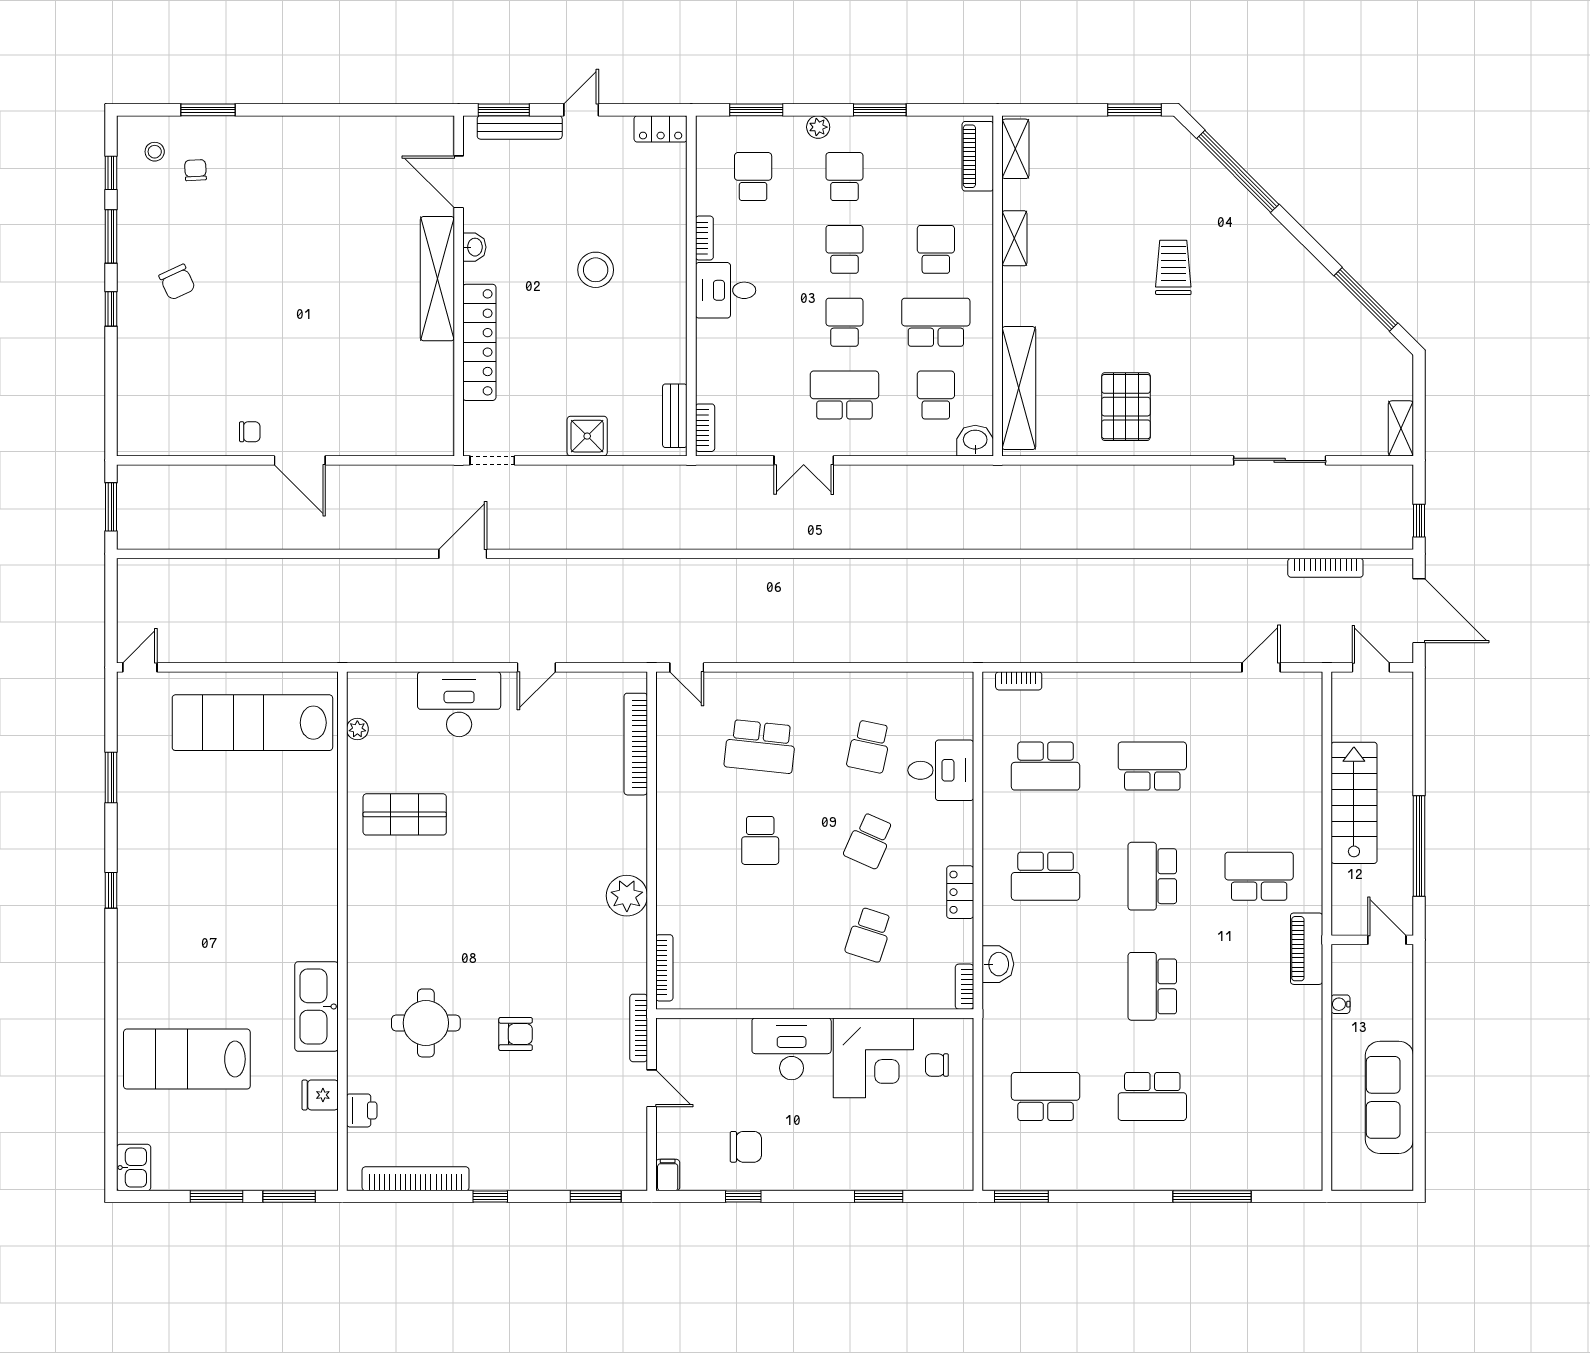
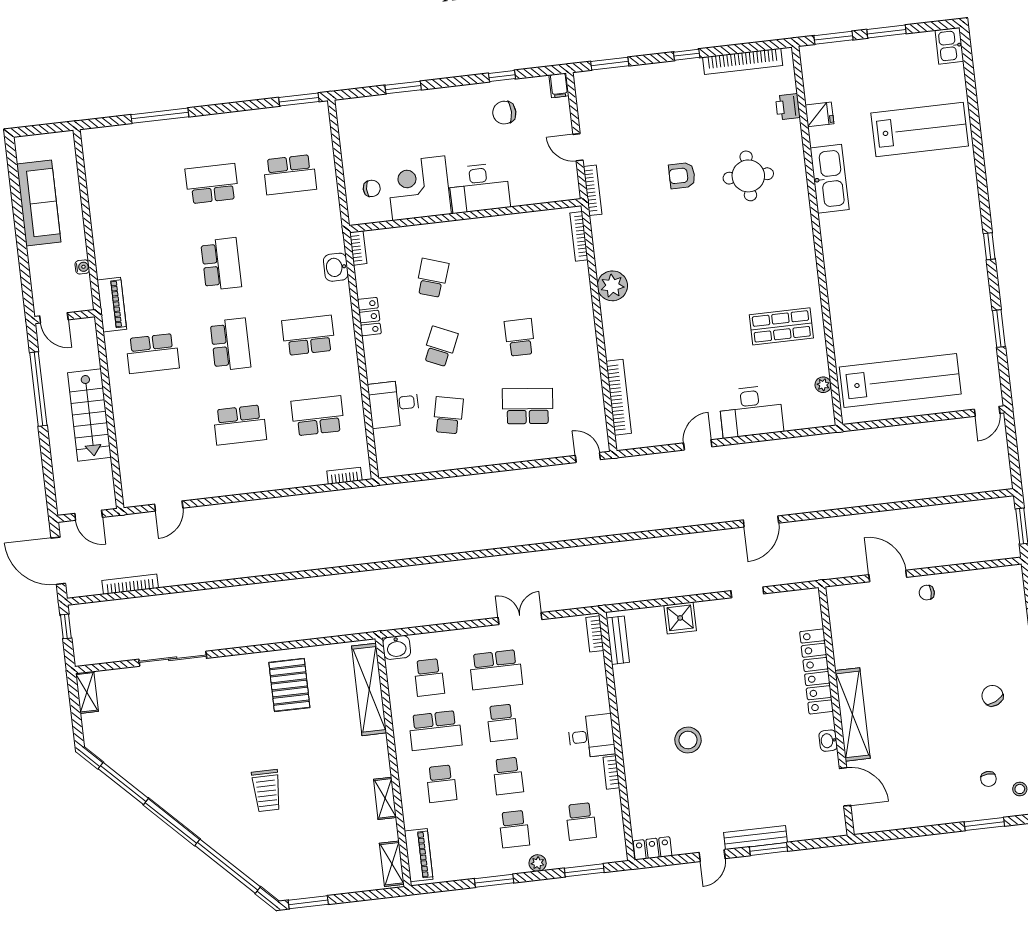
door: (459, 182) -> (845, 787), moved
washbasin: (474, 247) -> (828, 741), moved
shelving: (437, 279) -> (852, 714), moved
wall: (459, 286) -> (836, 711), moved
locker: (479, 342) -> (816, 671), moved

